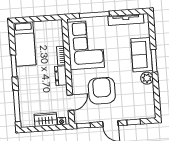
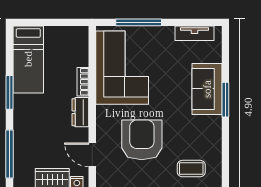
tv unit: (126, 20) -> (195, 33), width x0.71
plant: (147, 78) -> (212, 126), removed
door: (70, 103) -> (92, 155), swing flipped
coffee table: (135, 107) -> (191, 169), added

